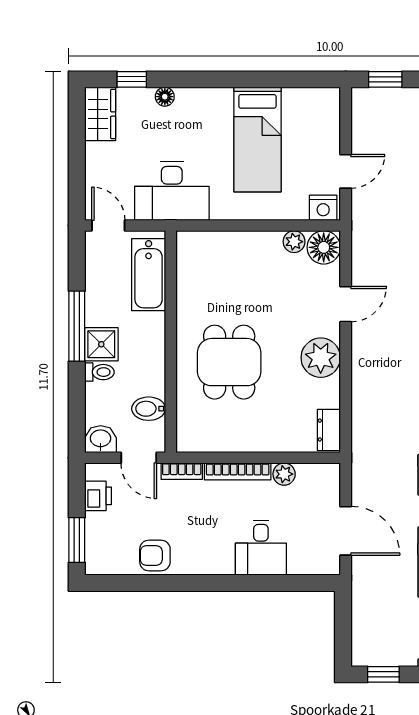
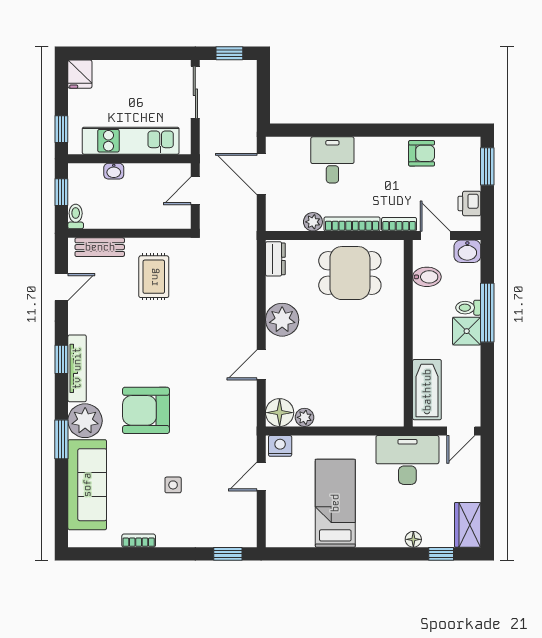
door: (108, 226) -> (461, 431), hinge flipped
window: (77, 326) -> (487, 313), moved
dining table: (229, 362) -> (350, 273), moved, turned 90

